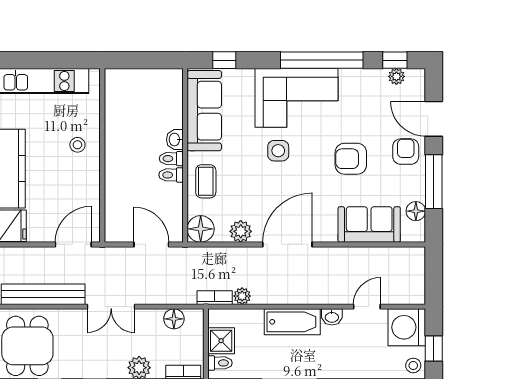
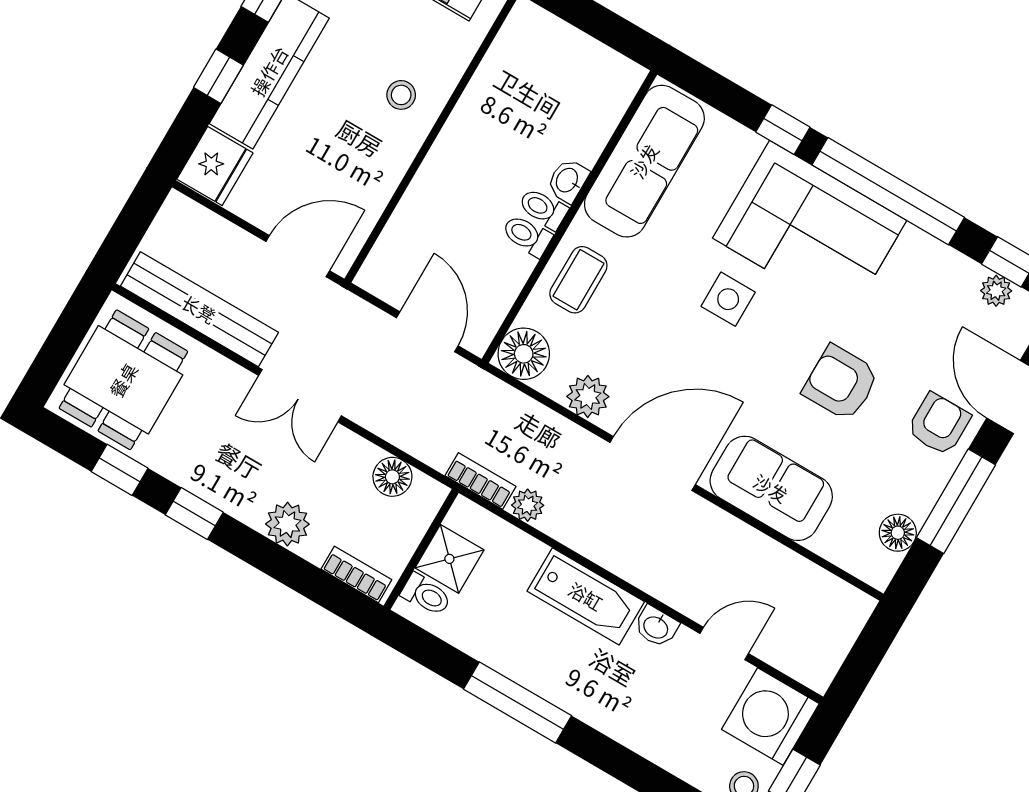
window: (224, 60) -> (783, 130), moved
sofa: (369, 224) -> (771, 488), moved

